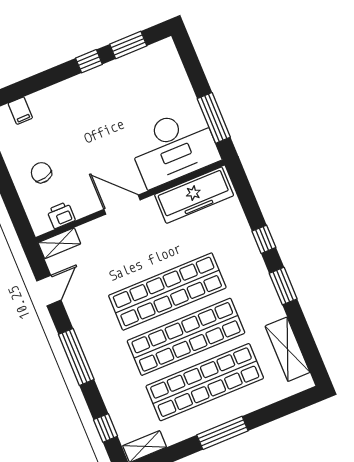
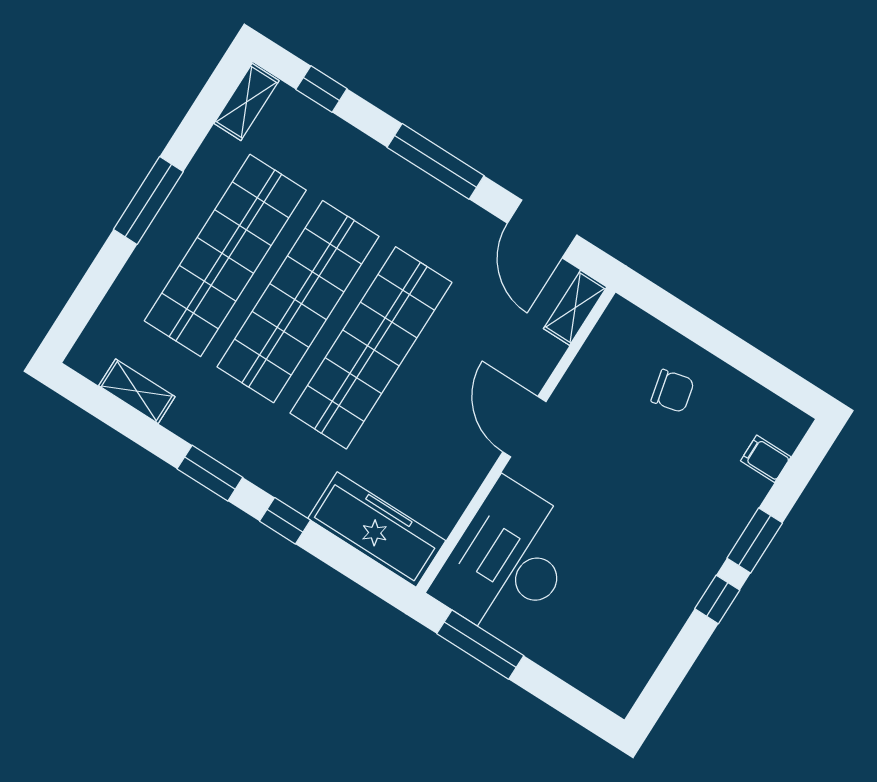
window: (128, 45) -> (755, 540), moved
freezer: (194, 195) -> (377, 530), moved, turned 90
door: (122, 205) -> (524, 427), swing flipped
printer: (61, 215) -> (601, 350), removed
door: (49, 291) -> (542, 229), width x1.38
shelving: (288, 349) -> (137, 391), width x0.67, depth x0.75

